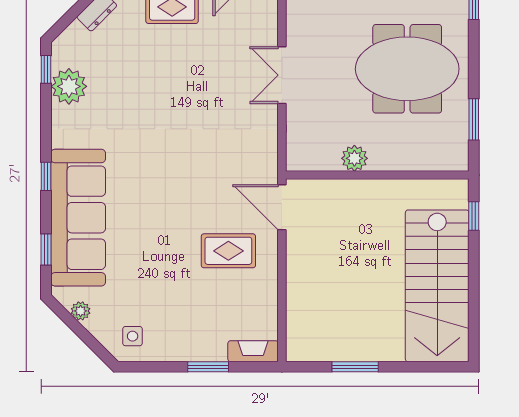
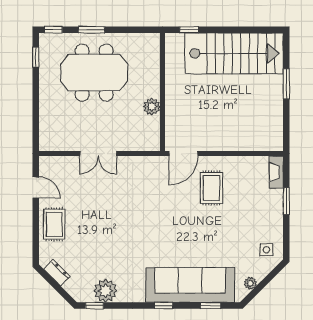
meeting table: (407, 69) -> (94, 73), turned 90
window: (474, 119) -> (91, 30), moved
window: (355, 367) -> (286, 84), moved

